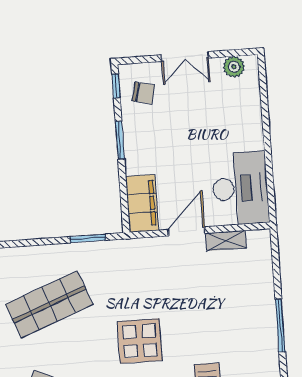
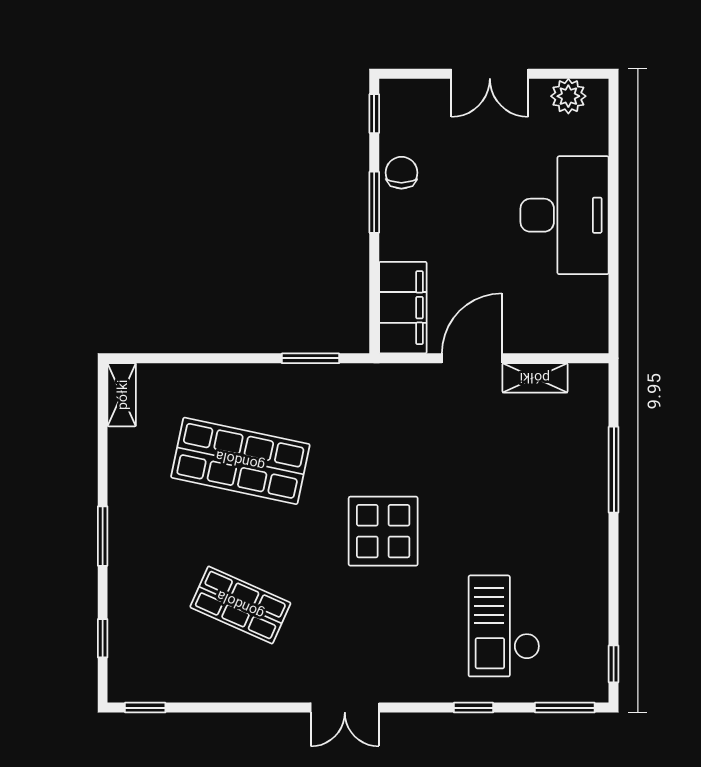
chair: (143, 93) -> (401, 173), moved, turned -103
desk: (240, 188) -> (565, 215), moved
shop shelf: (49, 304) -> (240, 461), turned 33
window: (280, 326) -> (614, 470), moved

